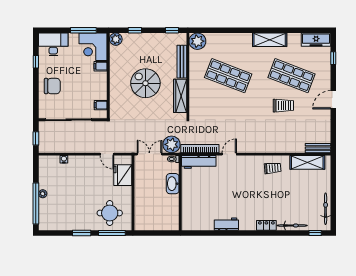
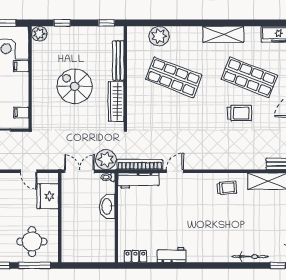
plant: (197, 41) -> (159, 36), moved
locker: (266, 225) -> (135, 256), moved

